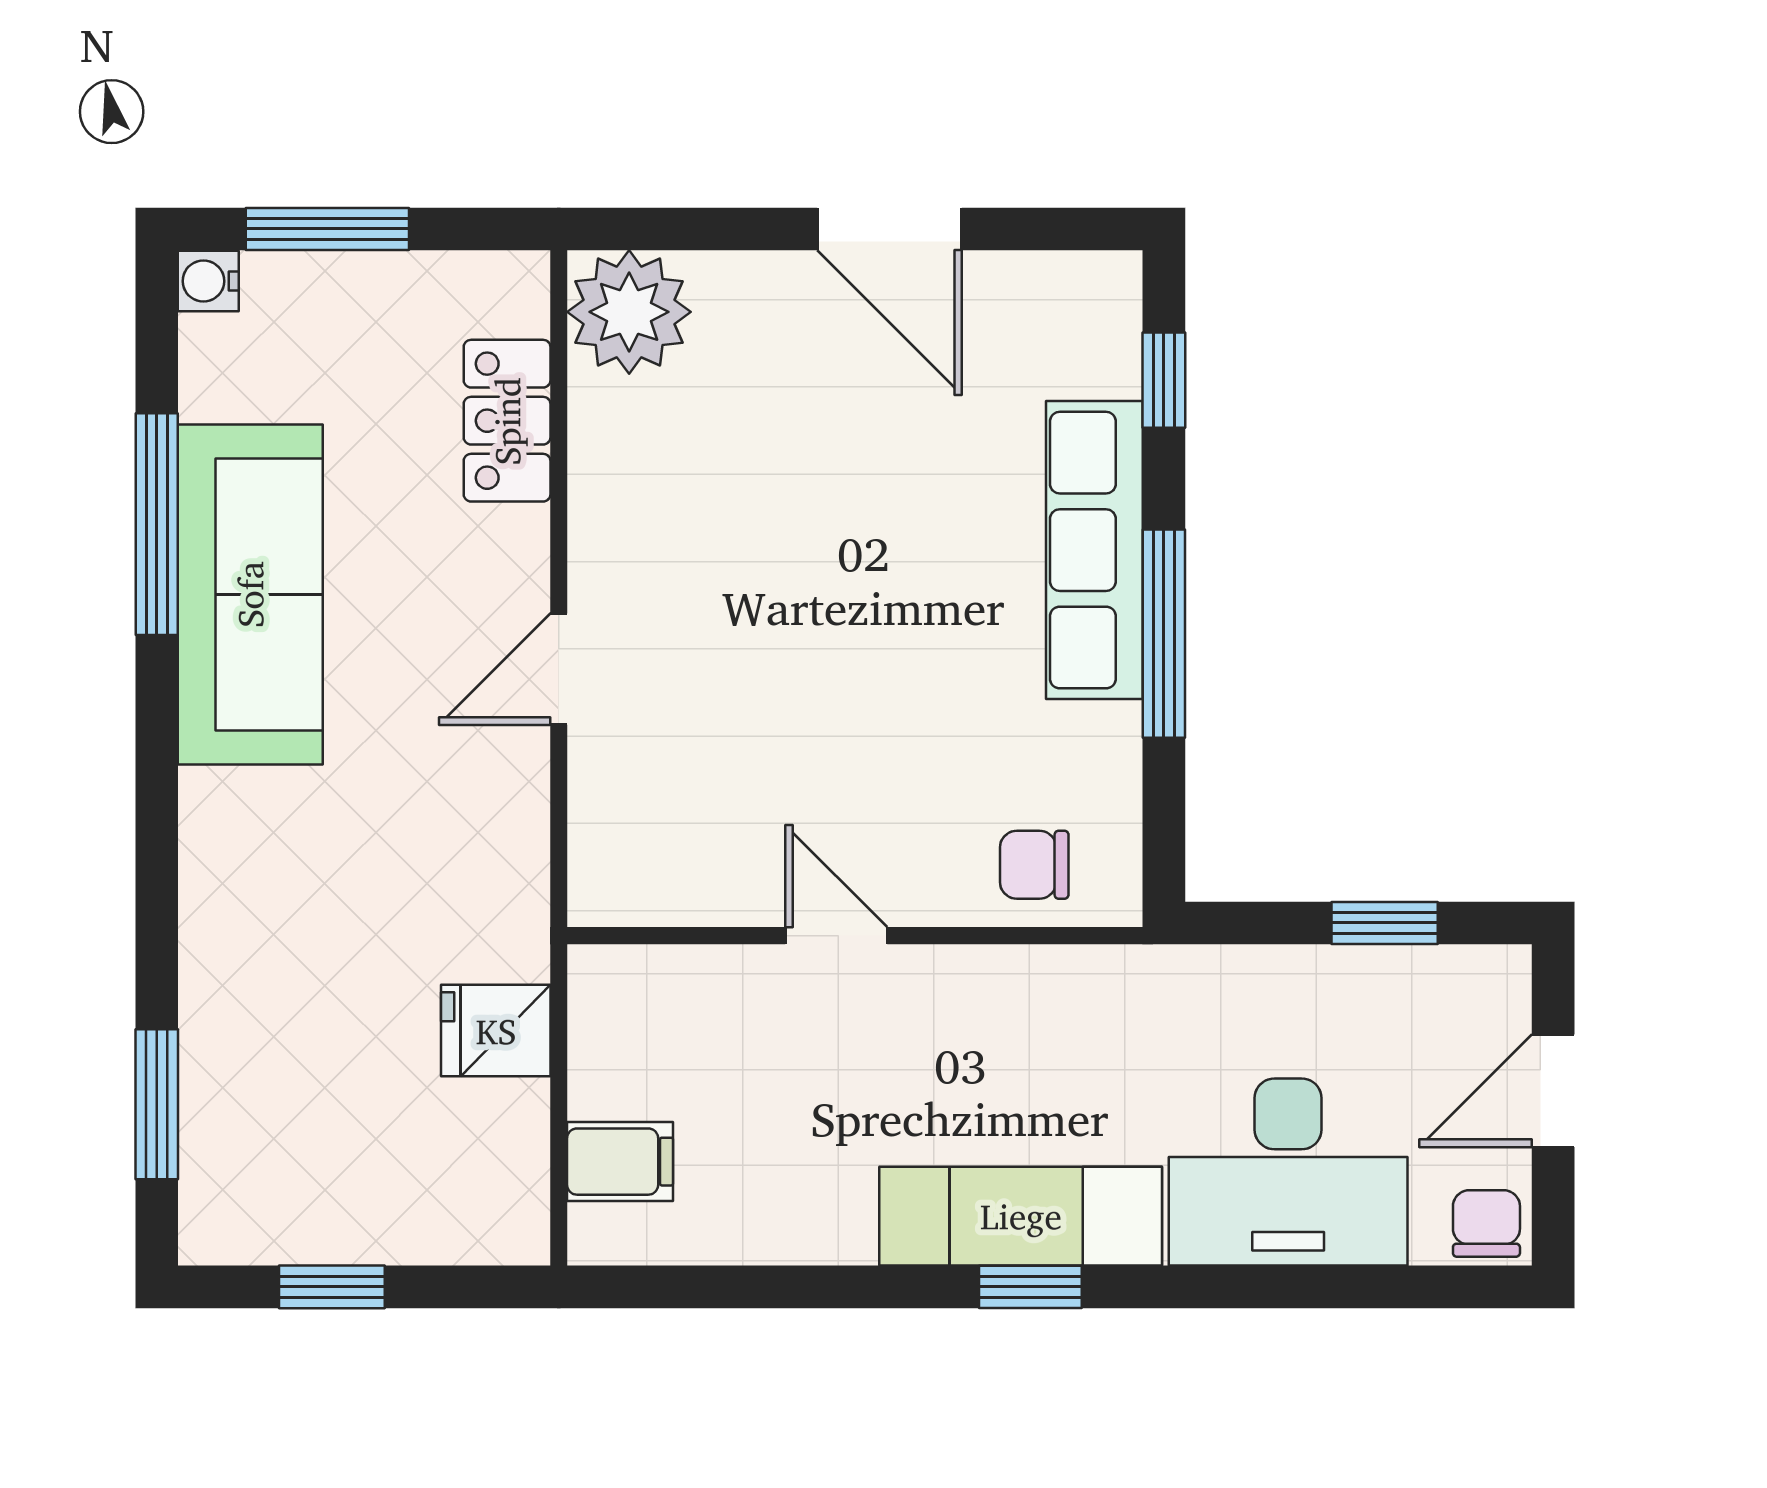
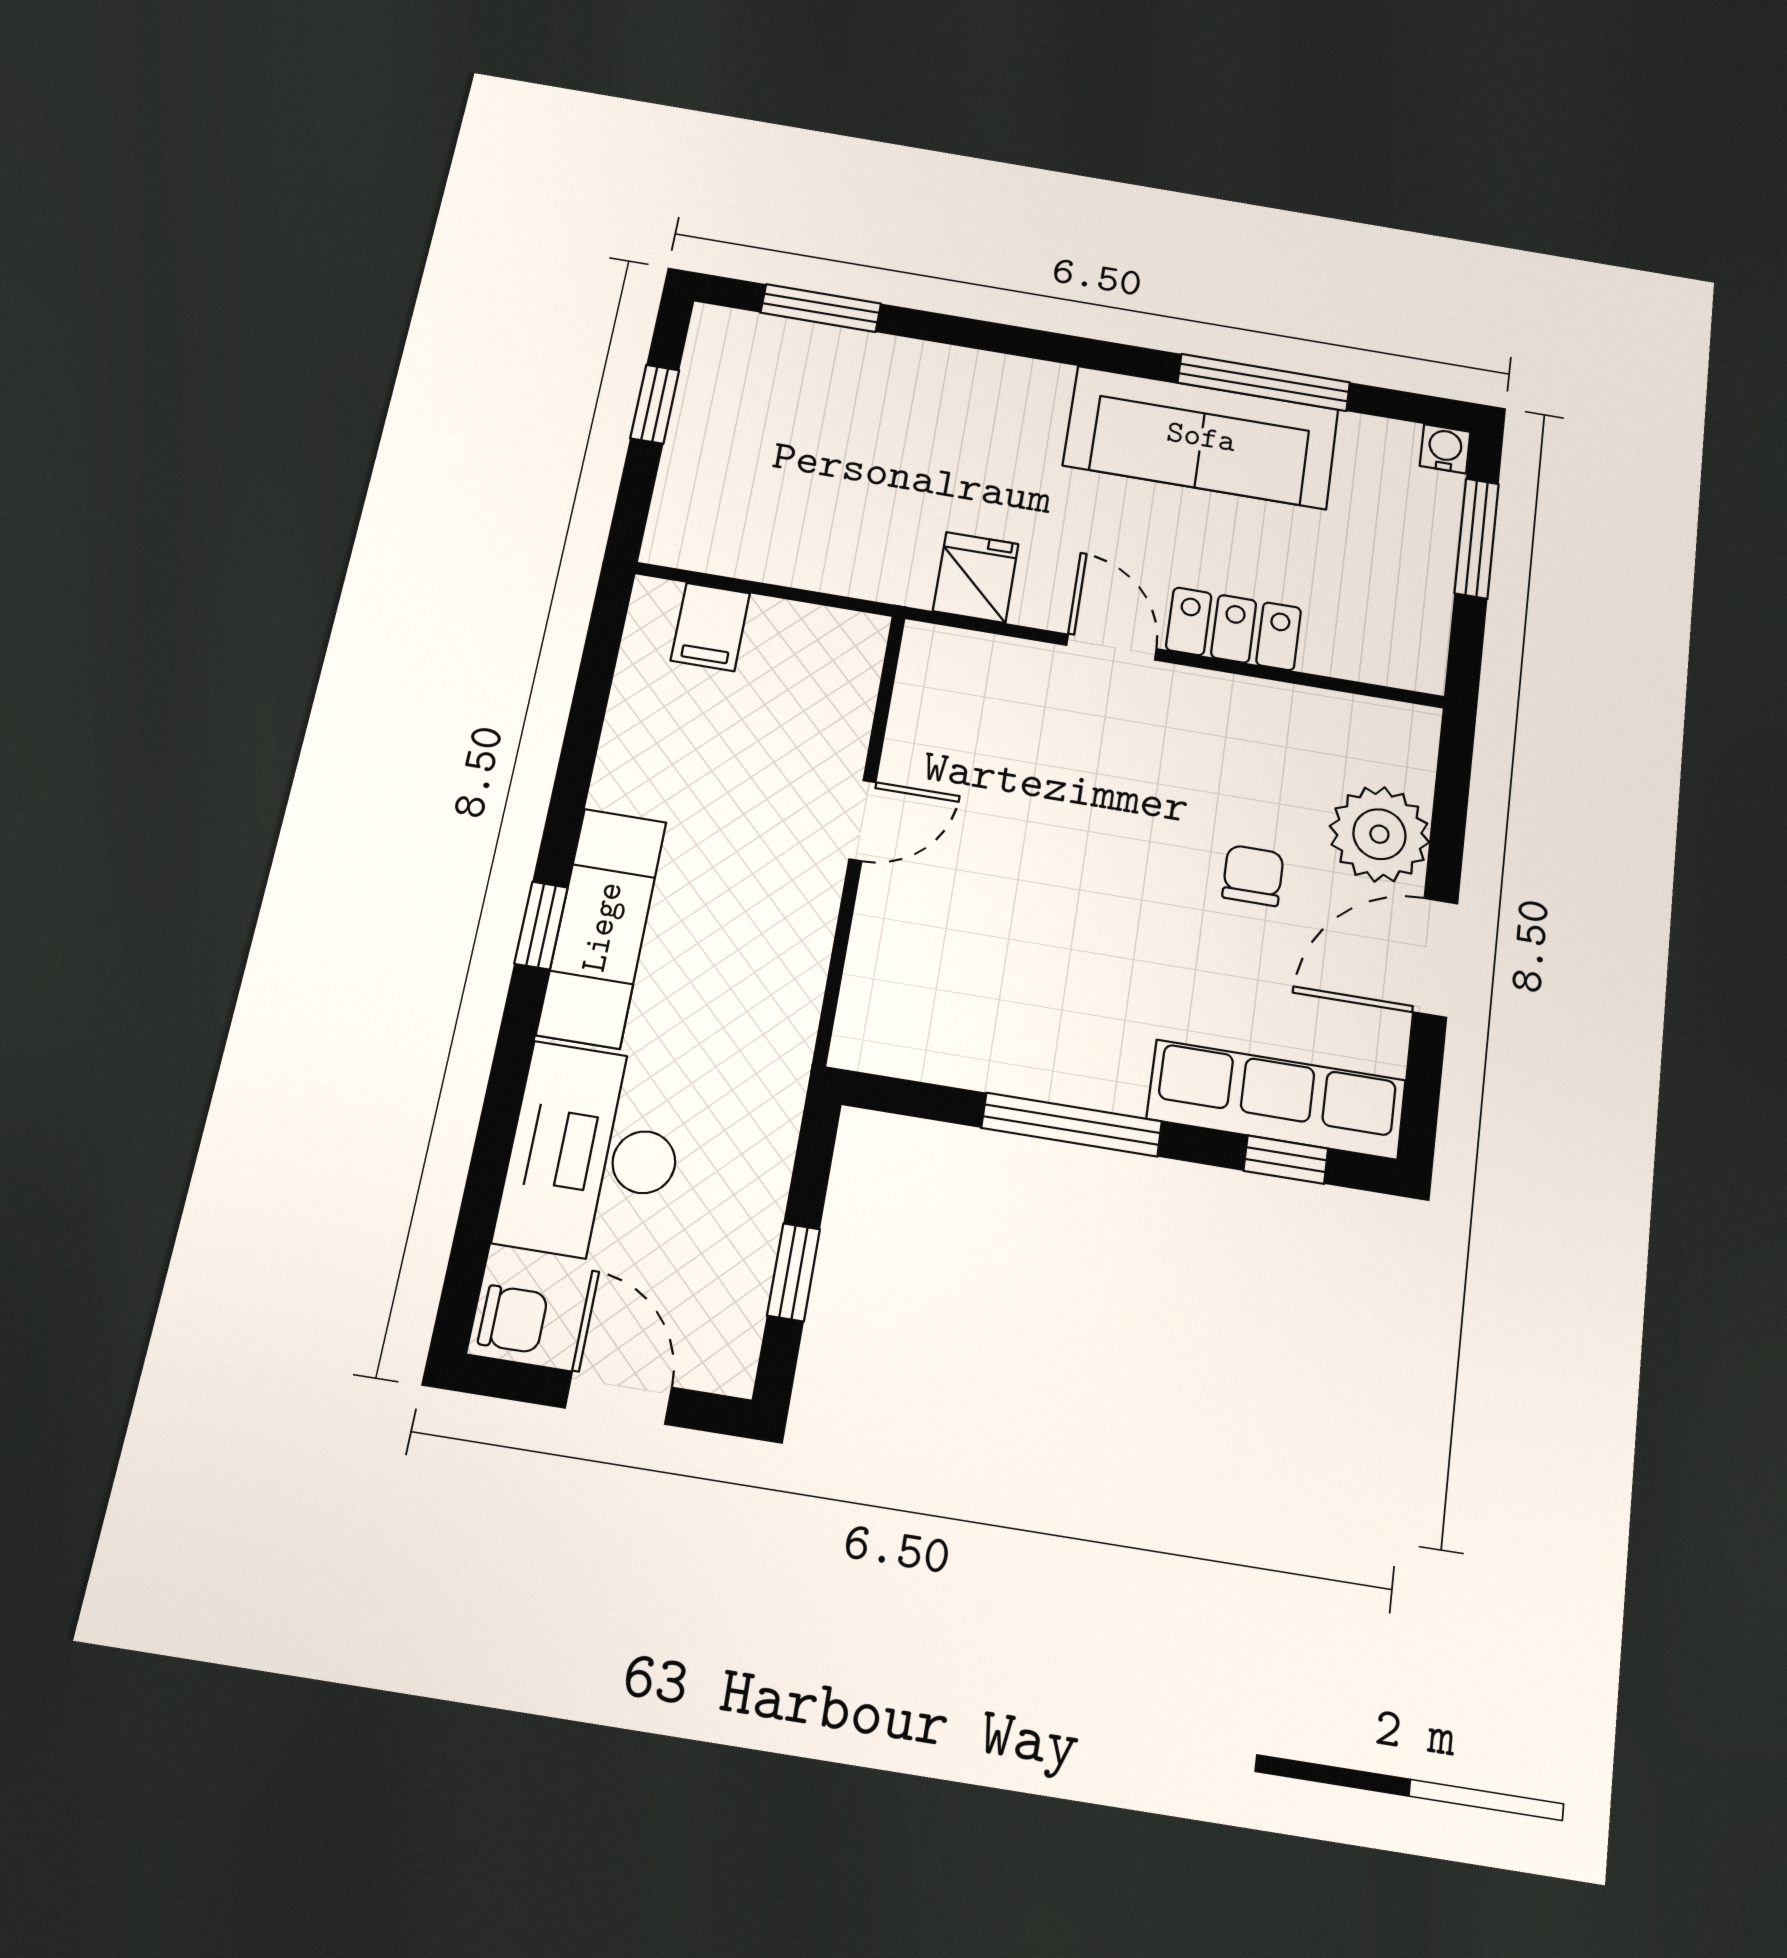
plant: (629, 312) -> (1379, 834), moved
locker: (507, 421) -> (1234, 629), moved
row of seats: (1094, 550) -> (1276, 1099), moved
chair: (1034, 865) -> (1253, 875), moved
fridge: (496, 1031) -> (976, 577), moved

